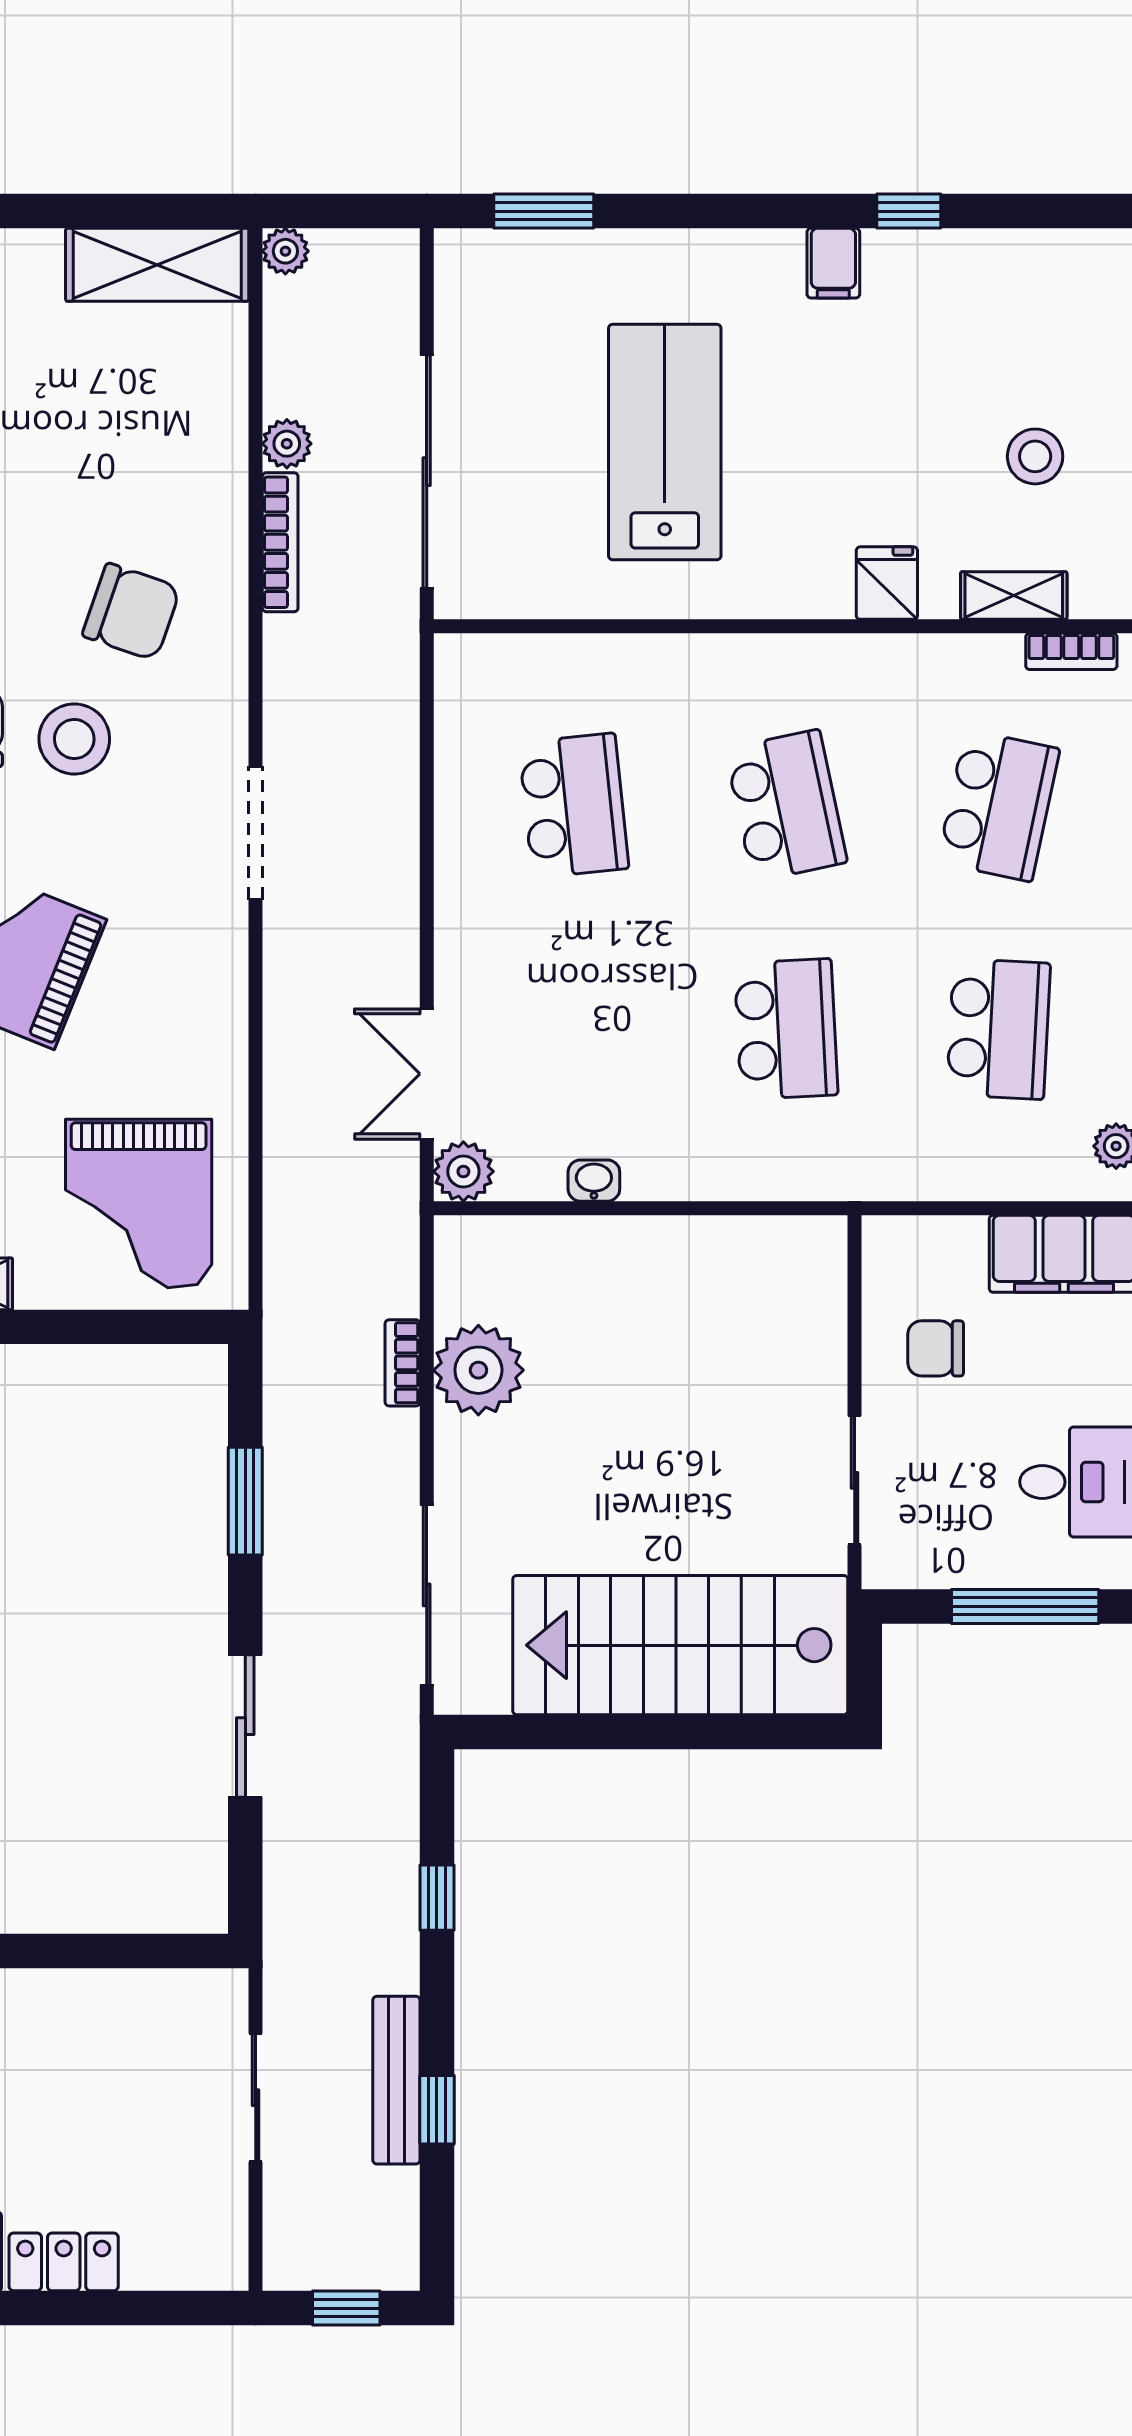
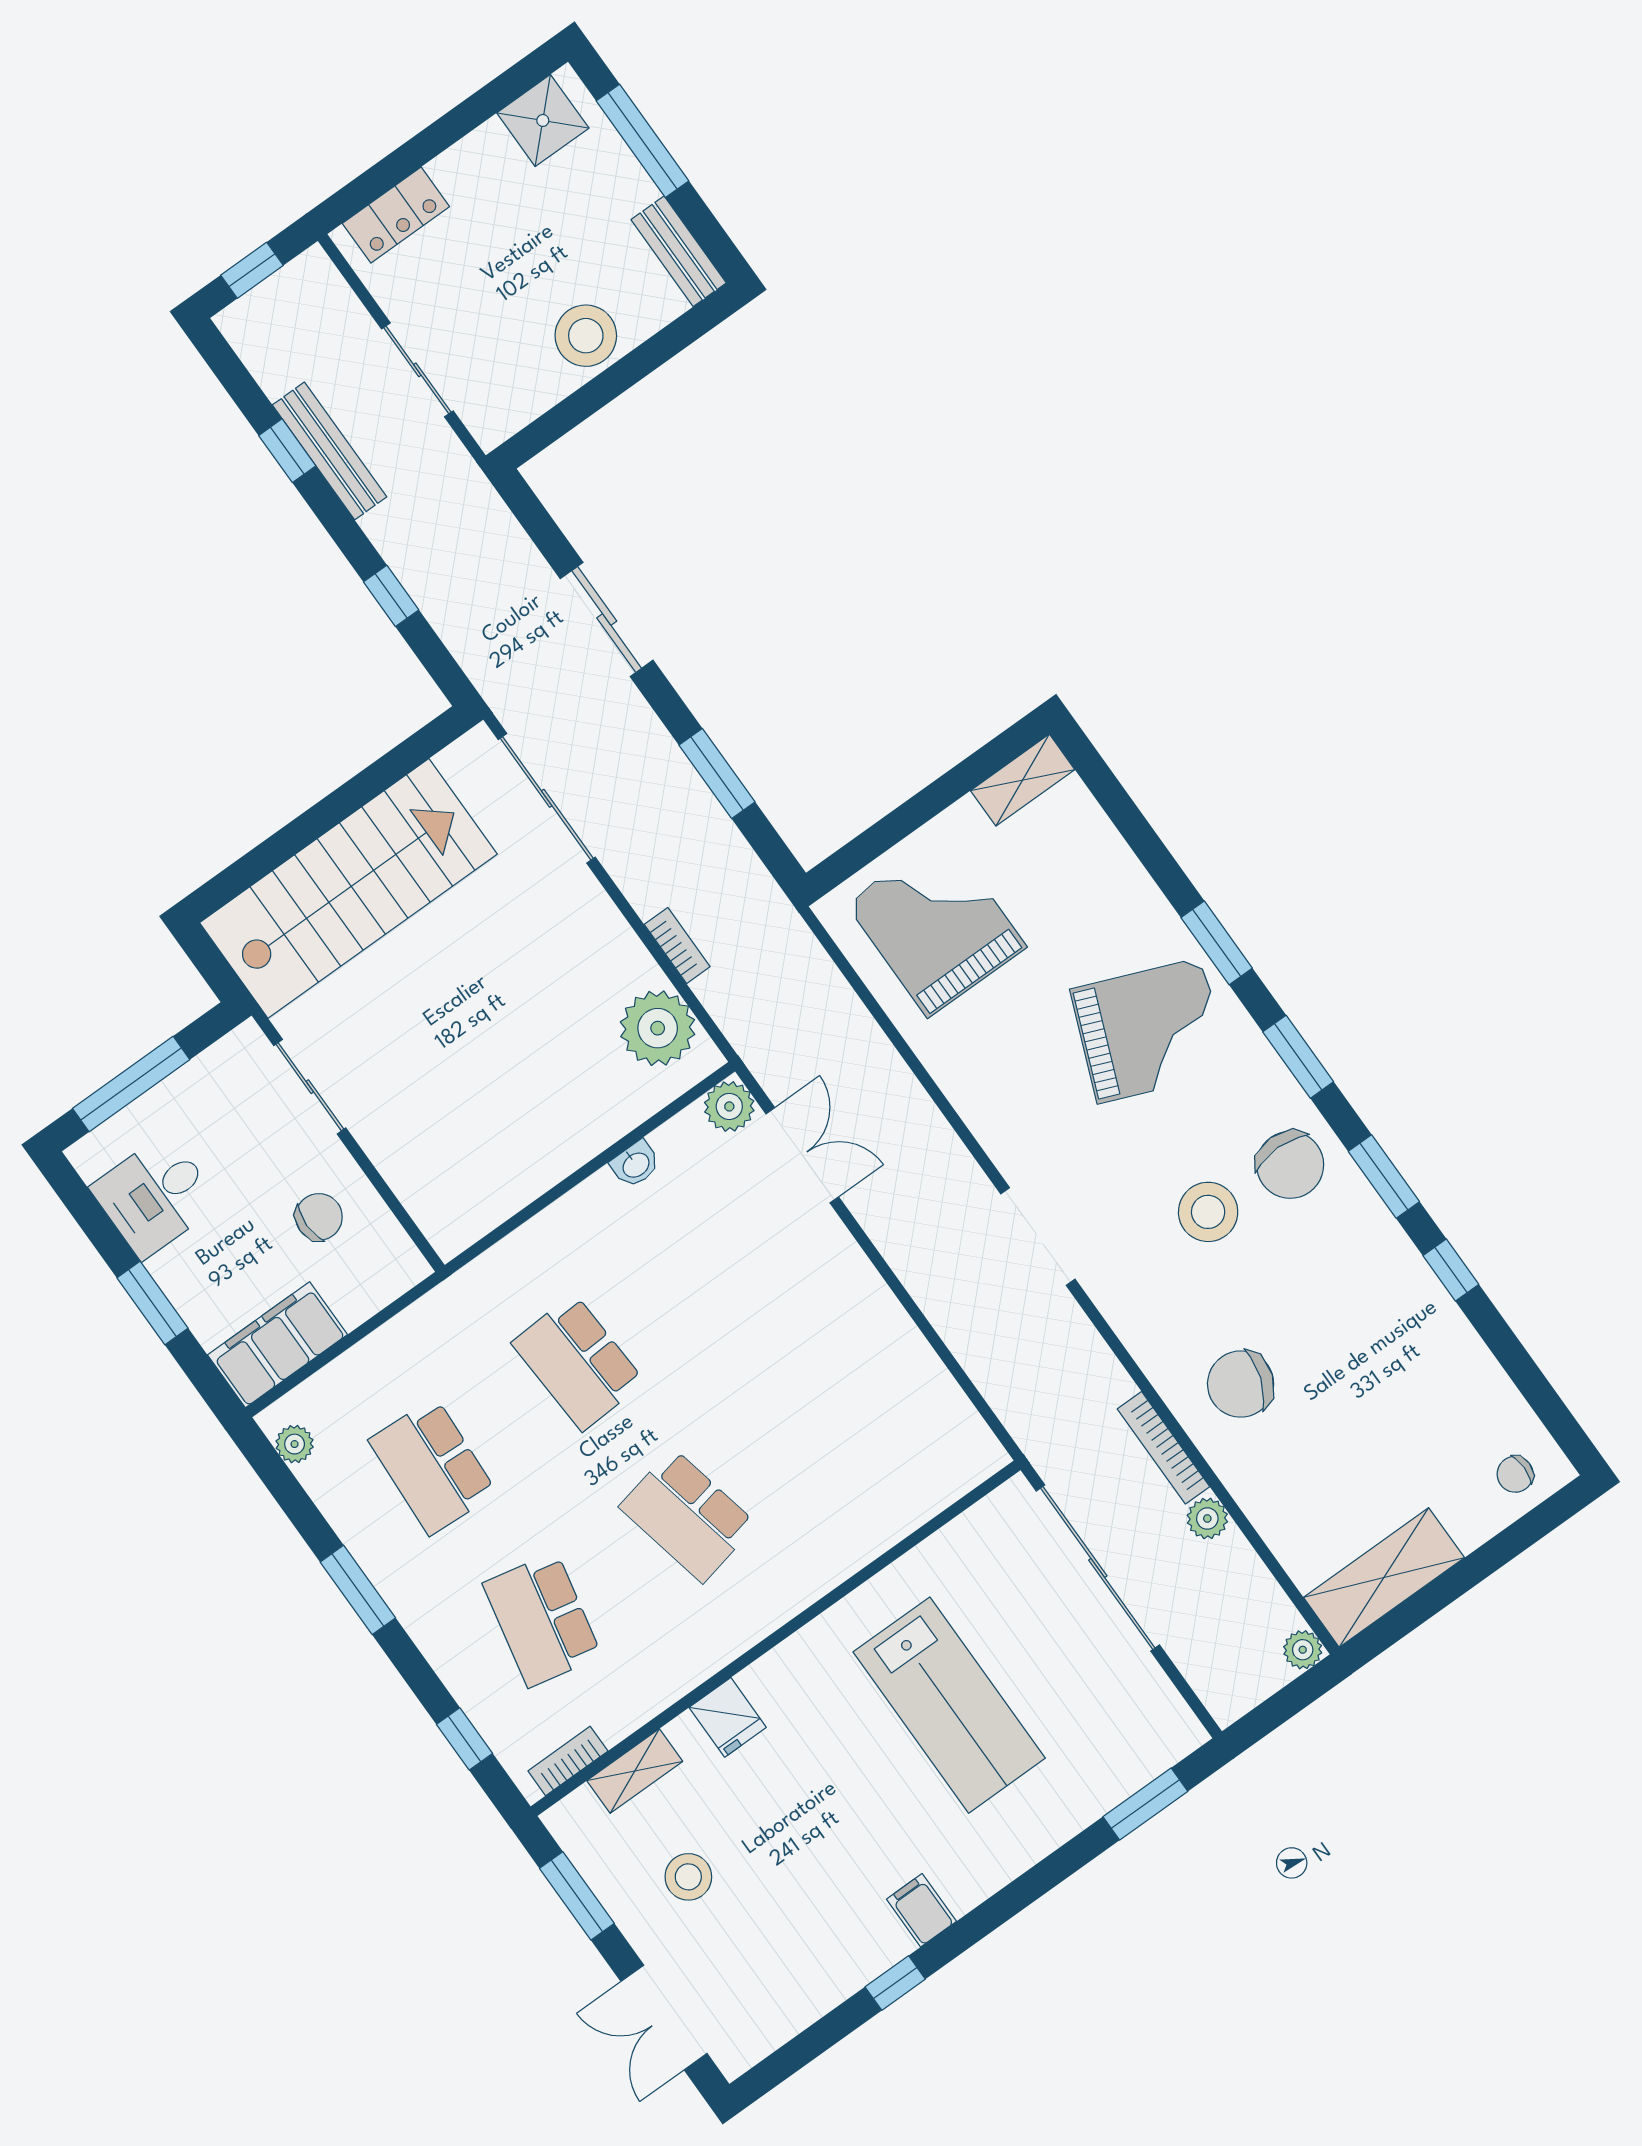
chair: (131, 612) -> (1241, 1384), moved
school desk: (574, 806) -> (833, 1411), removed
plant: (478, 1370) -> (658, 1028), moved
stool: (69, 2014) -> (586, 336), added
locker: (64, 2262) -> (396, 215), moved

